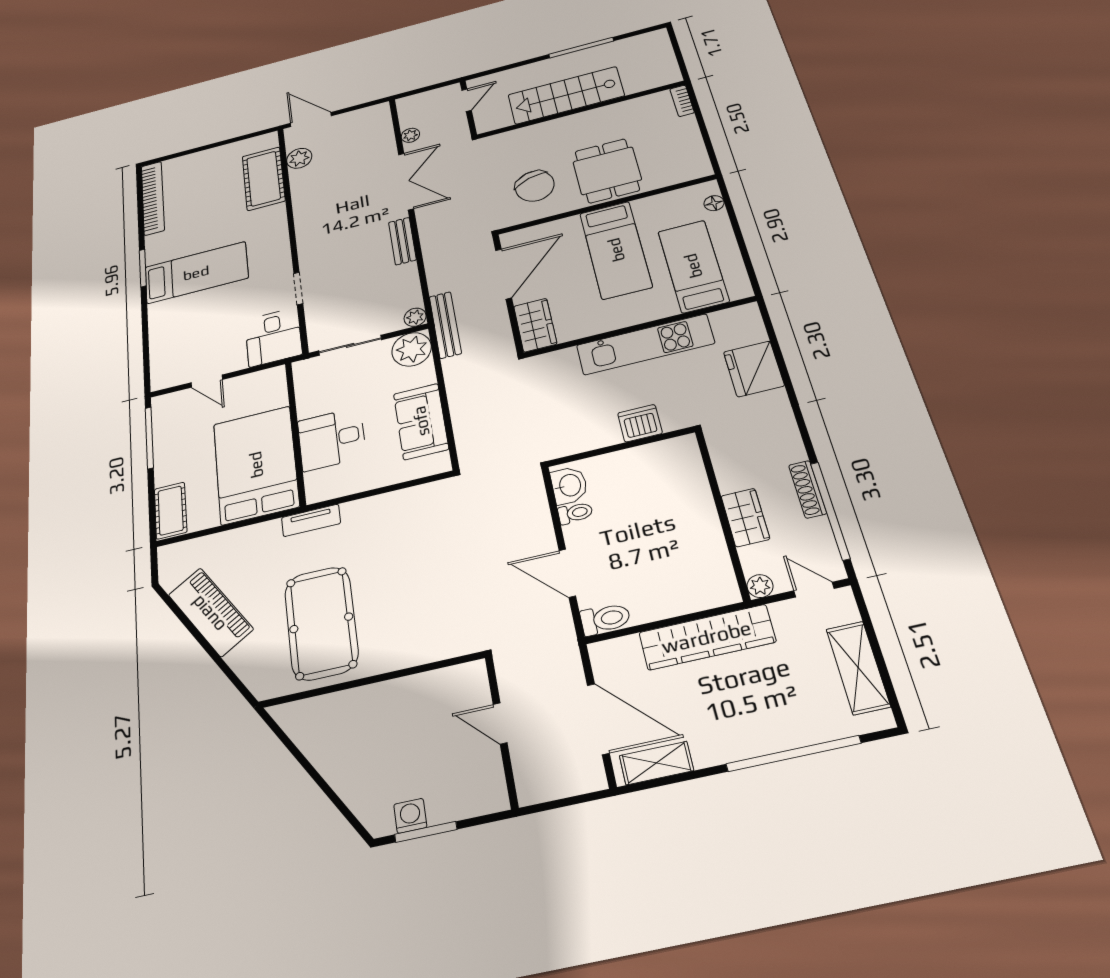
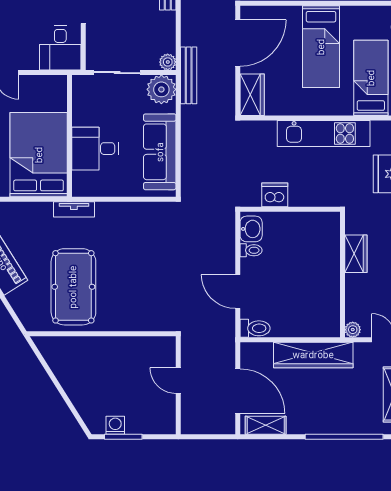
sofa: (421, 421) -> (160, 152), width x1.36
dishwasher: (640, 423) -> (275, 195), moved
wardrobe: (745, 517) -> (356, 254), moved

